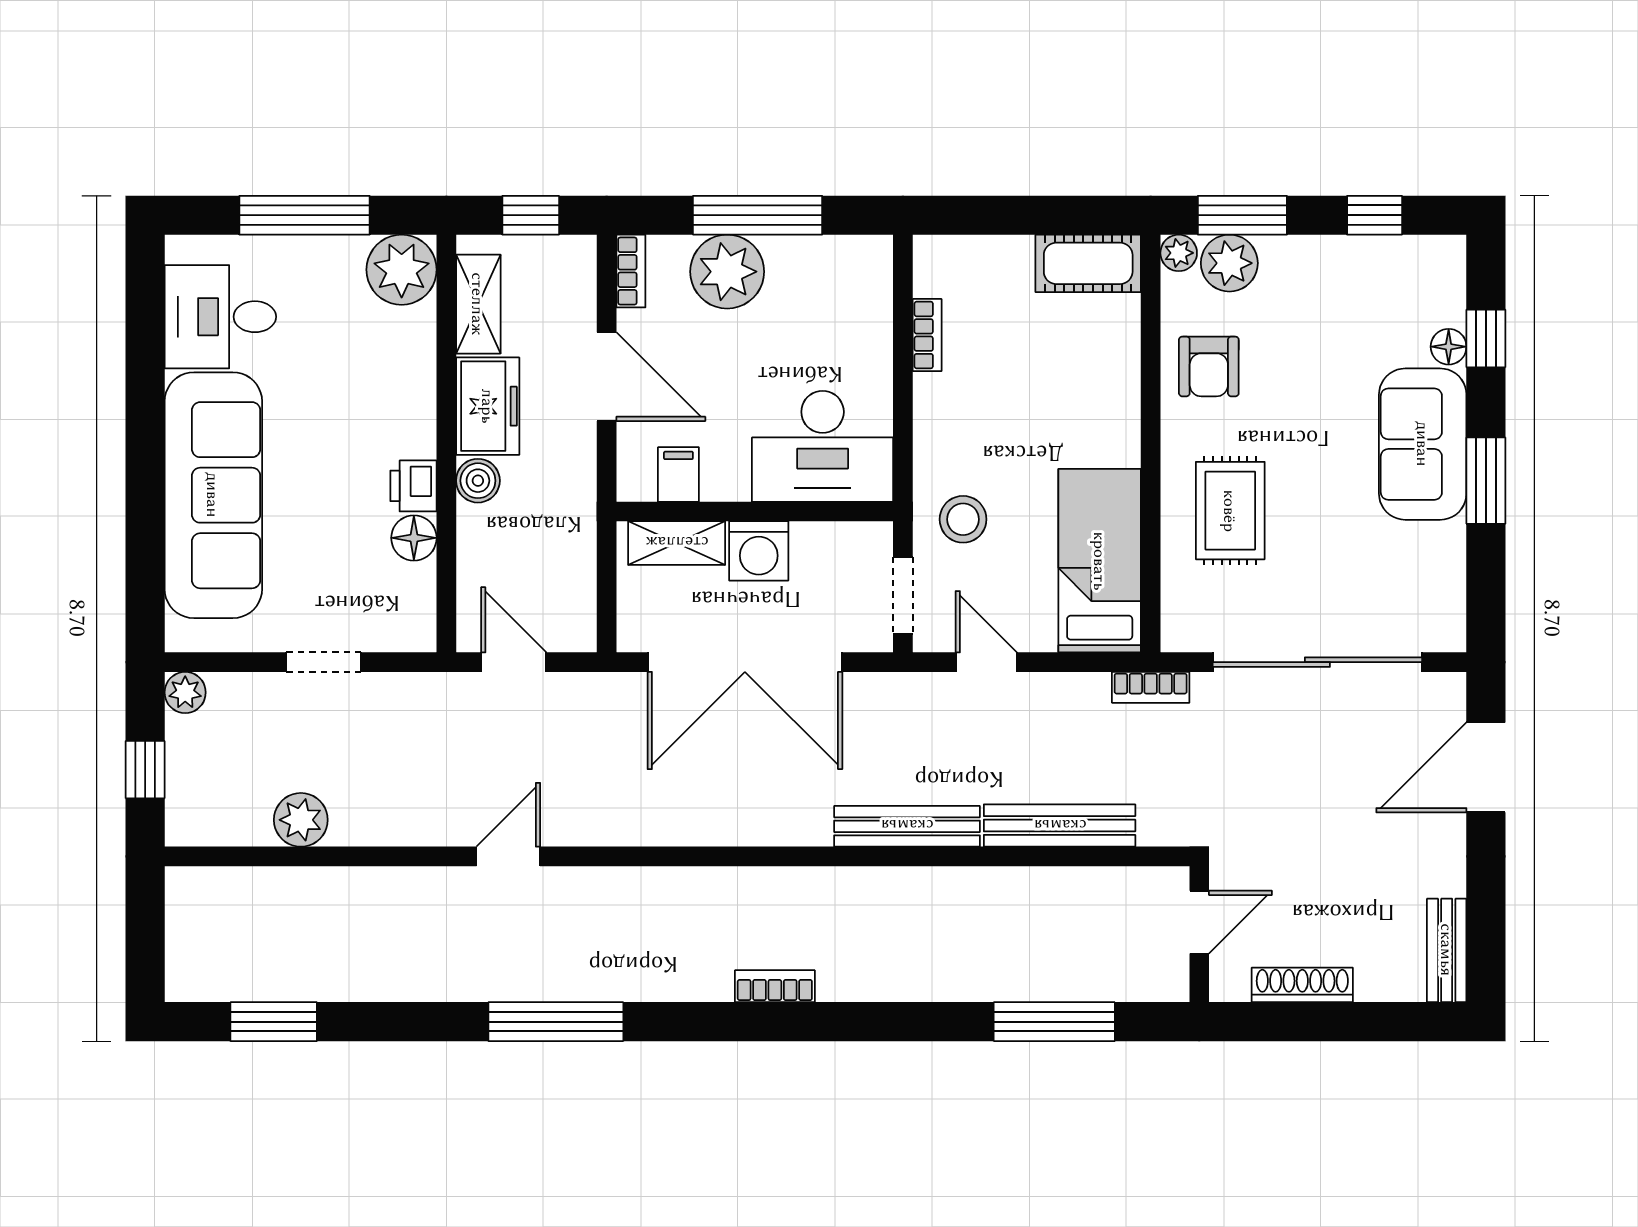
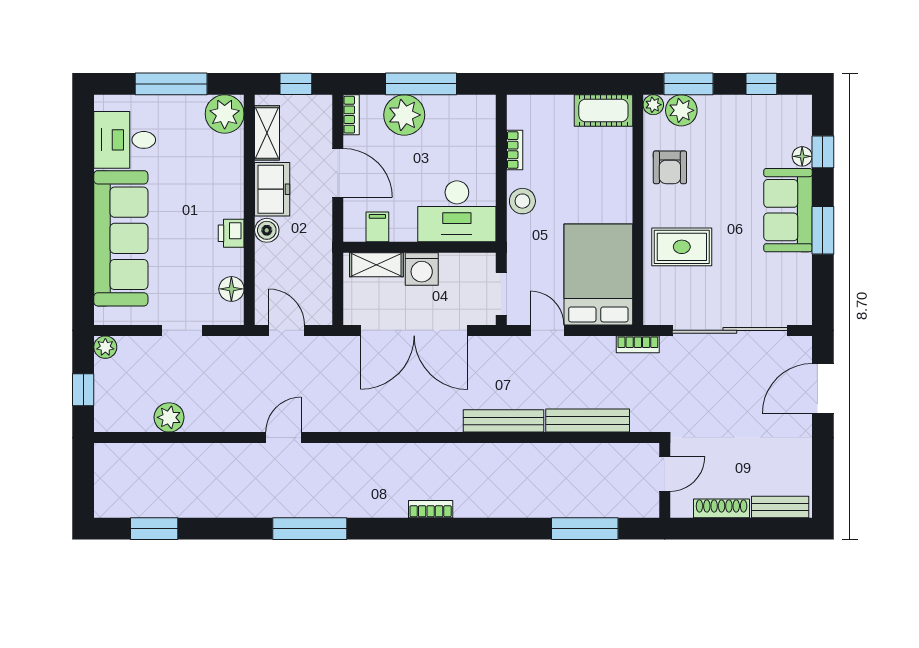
rug: (1230, 511) -> (682, 247), turned 90
stool: (963, 519) -> (522, 201), moved
floor lamp: (414, 538) -> (231, 289), moved
bed: (1100, 561) -> (598, 274), width x1.50
bench: (1447, 950) -> (780, 507), moved, turned 90

